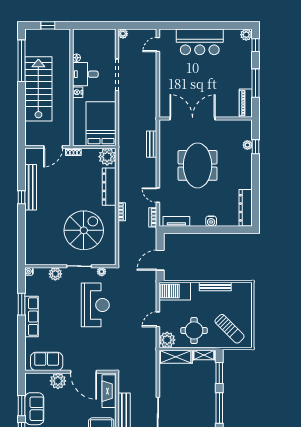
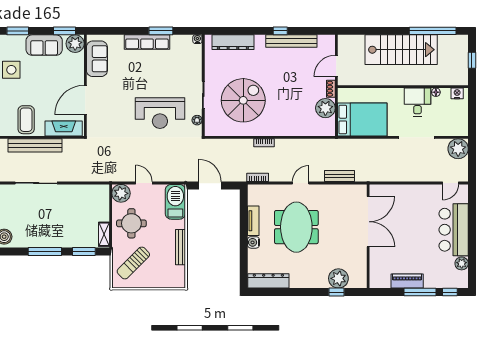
plant: (123, 34) -> (458, 149), width x1.87, depth x1.87
plant: (246, 35) -> (462, 263), moved
door: (158, 45) -> (451, 183), swing flipped
window: (256, 83) -> (420, 292), moved
nightstand: (78, 92) -> (457, 93), moved
piano: (246, 103) -> (407, 281), moved
plant: (247, 145) -> (338, 278), width x1.88, depth x1.88
door: (53, 147) -> (336, 66), hinge flipped
plant: (107, 157) -> (325, 108), moved
meeting table: (198, 165) -> (296, 227), moved, turned 90
dresser: (109, 187) -> (233, 42), moved, turned 180
door: (158, 195) -> (301, 183), moved
tv unit: (176, 221) -> (253, 221), moved
spiral stairs: (84, 230) -> (243, 100), turned -90
plant: (55, 274) -> (195, 69), removed
shelving: (176, 357) -> (102, 203), removed
plant: (58, 381) -> (75, 44), moved
window: (22, 406) -> (65, 31), moved

